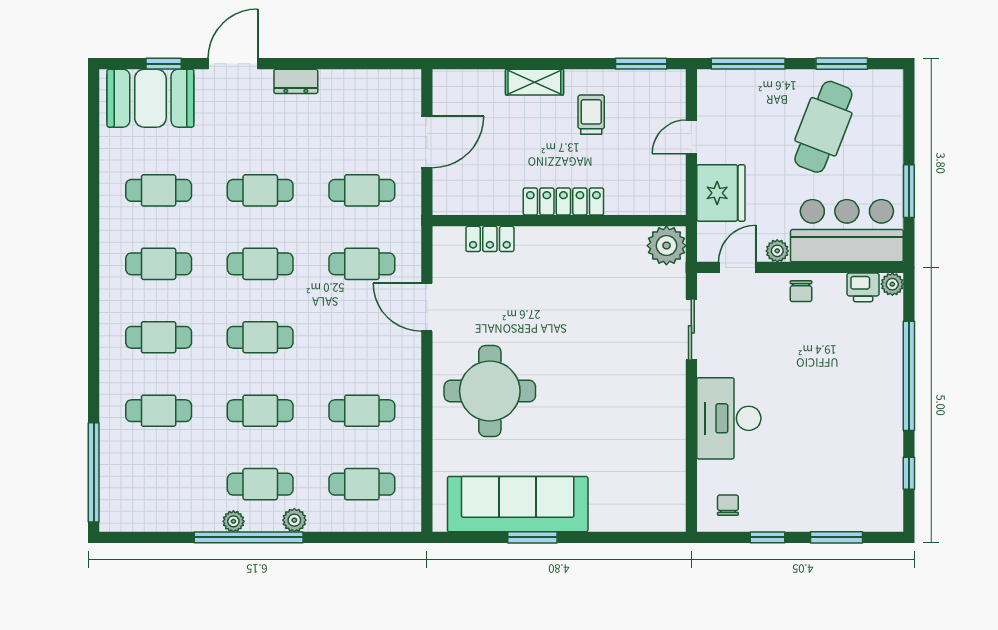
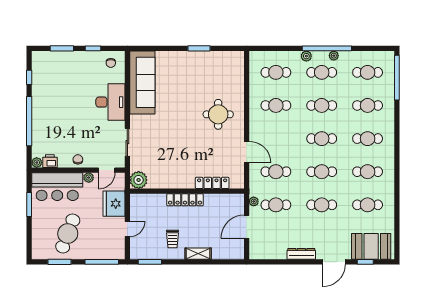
dresser: (296, 81) -> (301, 254), width x1.44
plant: (411, 198) -> (254, 201), added
locker: (490, 239) -> (212, 183), width x1.53
round table: (490, 391) -> (218, 114), width x0.73, depth x0.73
cafe table: (159, 484) -> (368, 72), added
sofa: (518, 504) -> (142, 82), moved, turned -90

